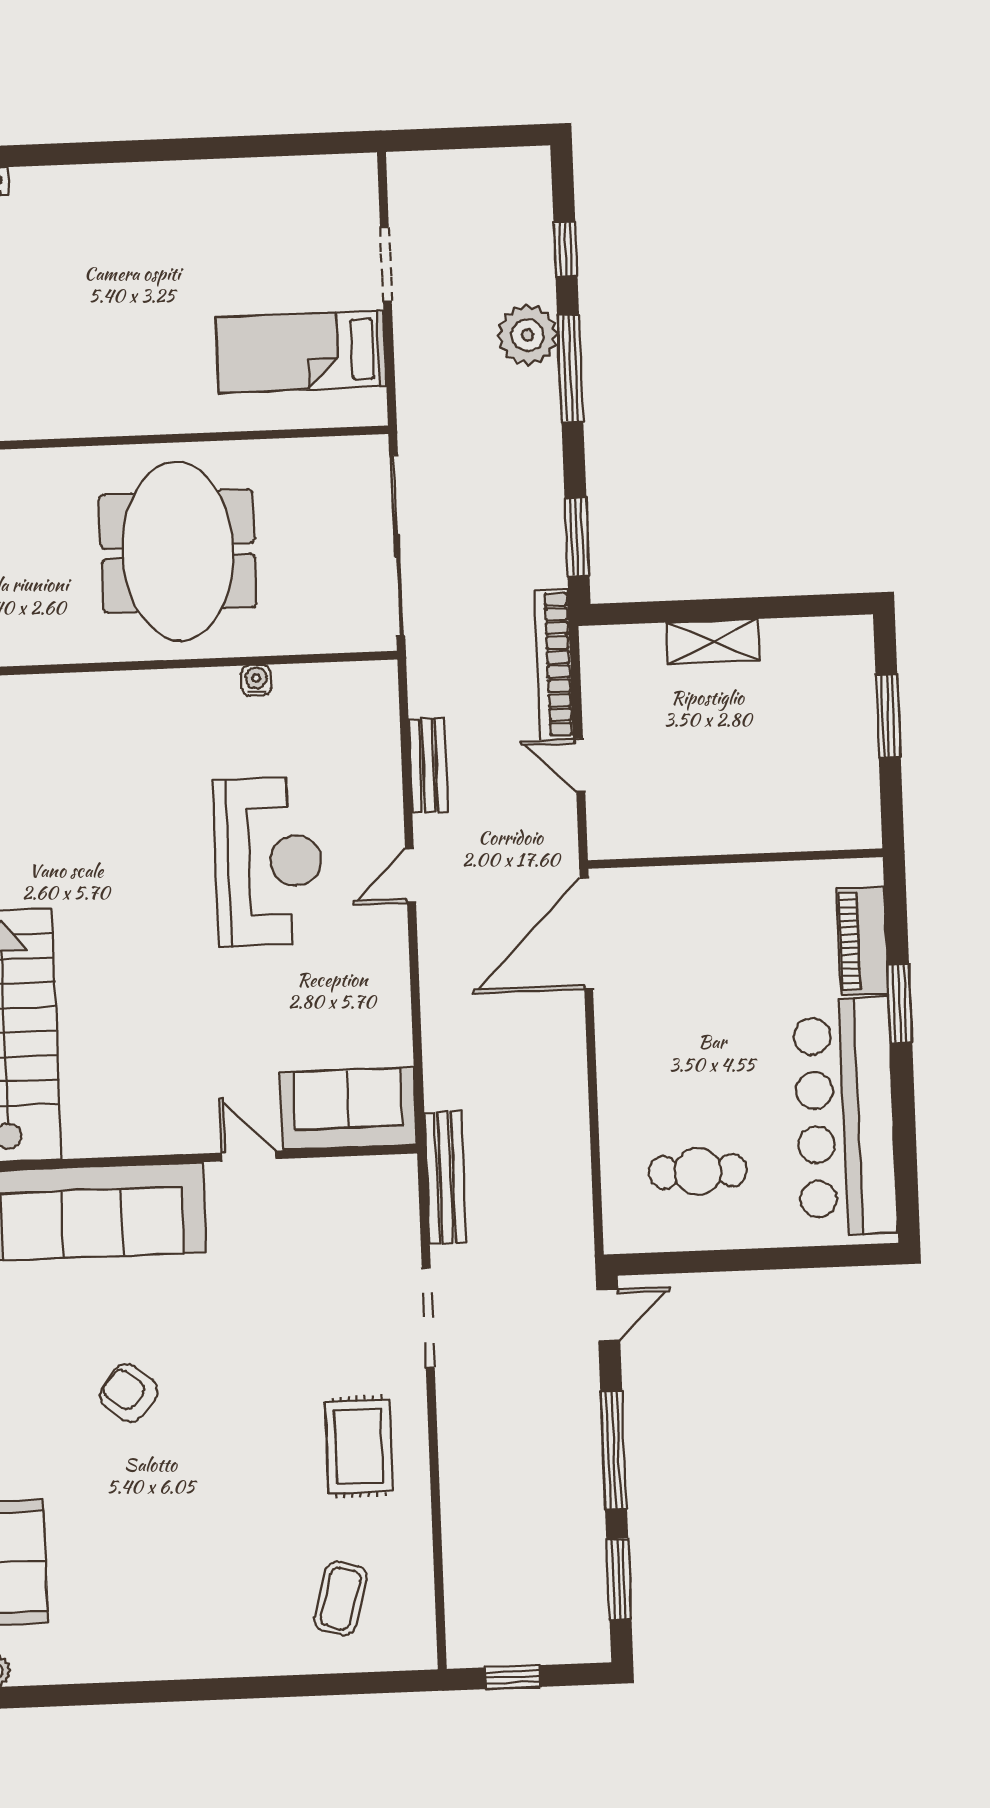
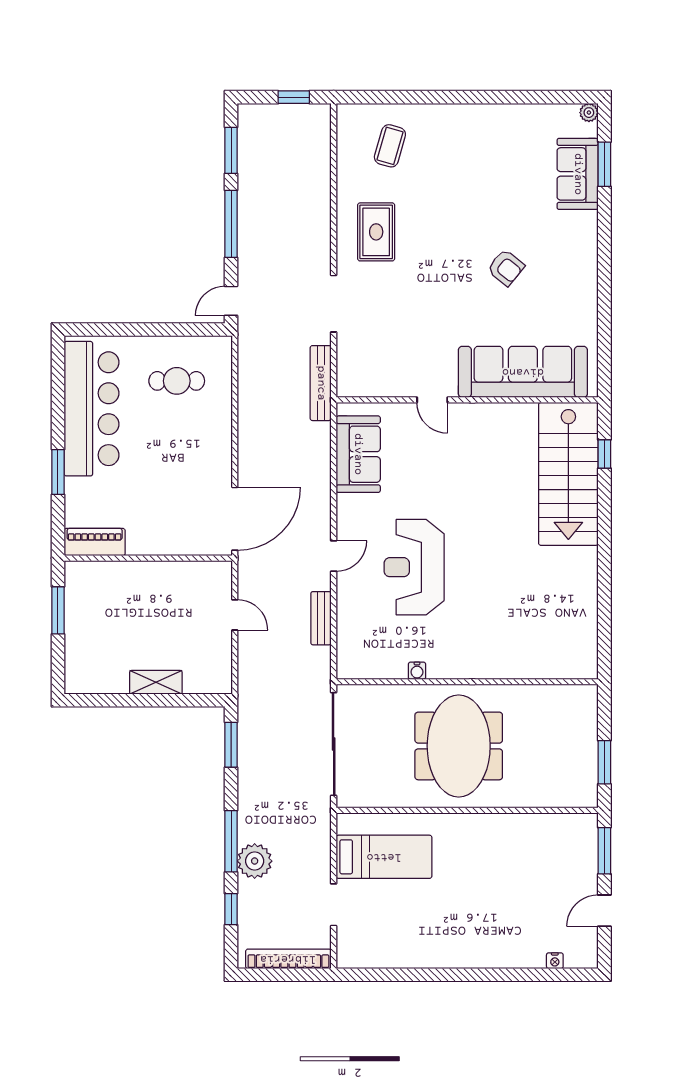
bookcase: (554, 664) -> (288, 959), moved, turned -90
window: (888, 716) -> (58, 610), moved
piano: (862, 941) -> (95, 542), moved, turned -90
sofa: (348, 1109) -> (358, 454), moved, turned -90

